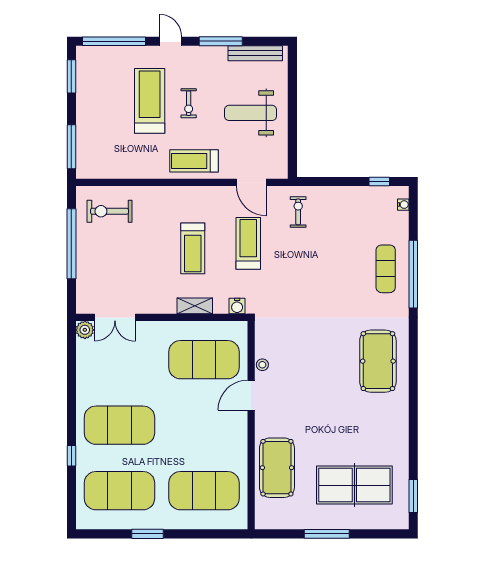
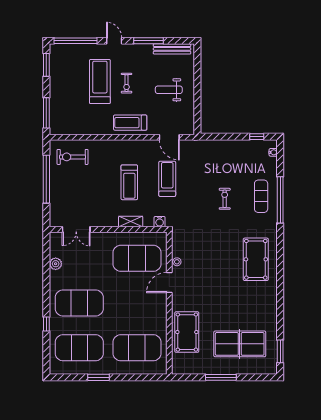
weight bench: (251, 113) -> (169, 90), width x0.73, depth x0.75
exercise bike: (298, 212) -> (225, 199), moved
plant: (85, 330) -> (56, 264), moved

